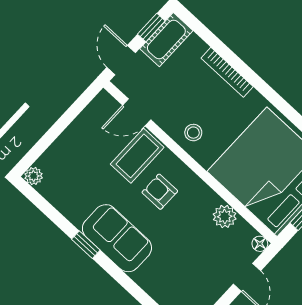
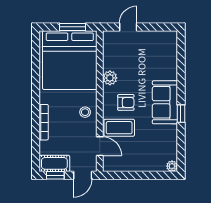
armchair: (160, 192) -> (126, 102), turned -90
plant: (225, 216) -> (110, 78), moved
floor lamp: (260, 244) -> (107, 35), removed

